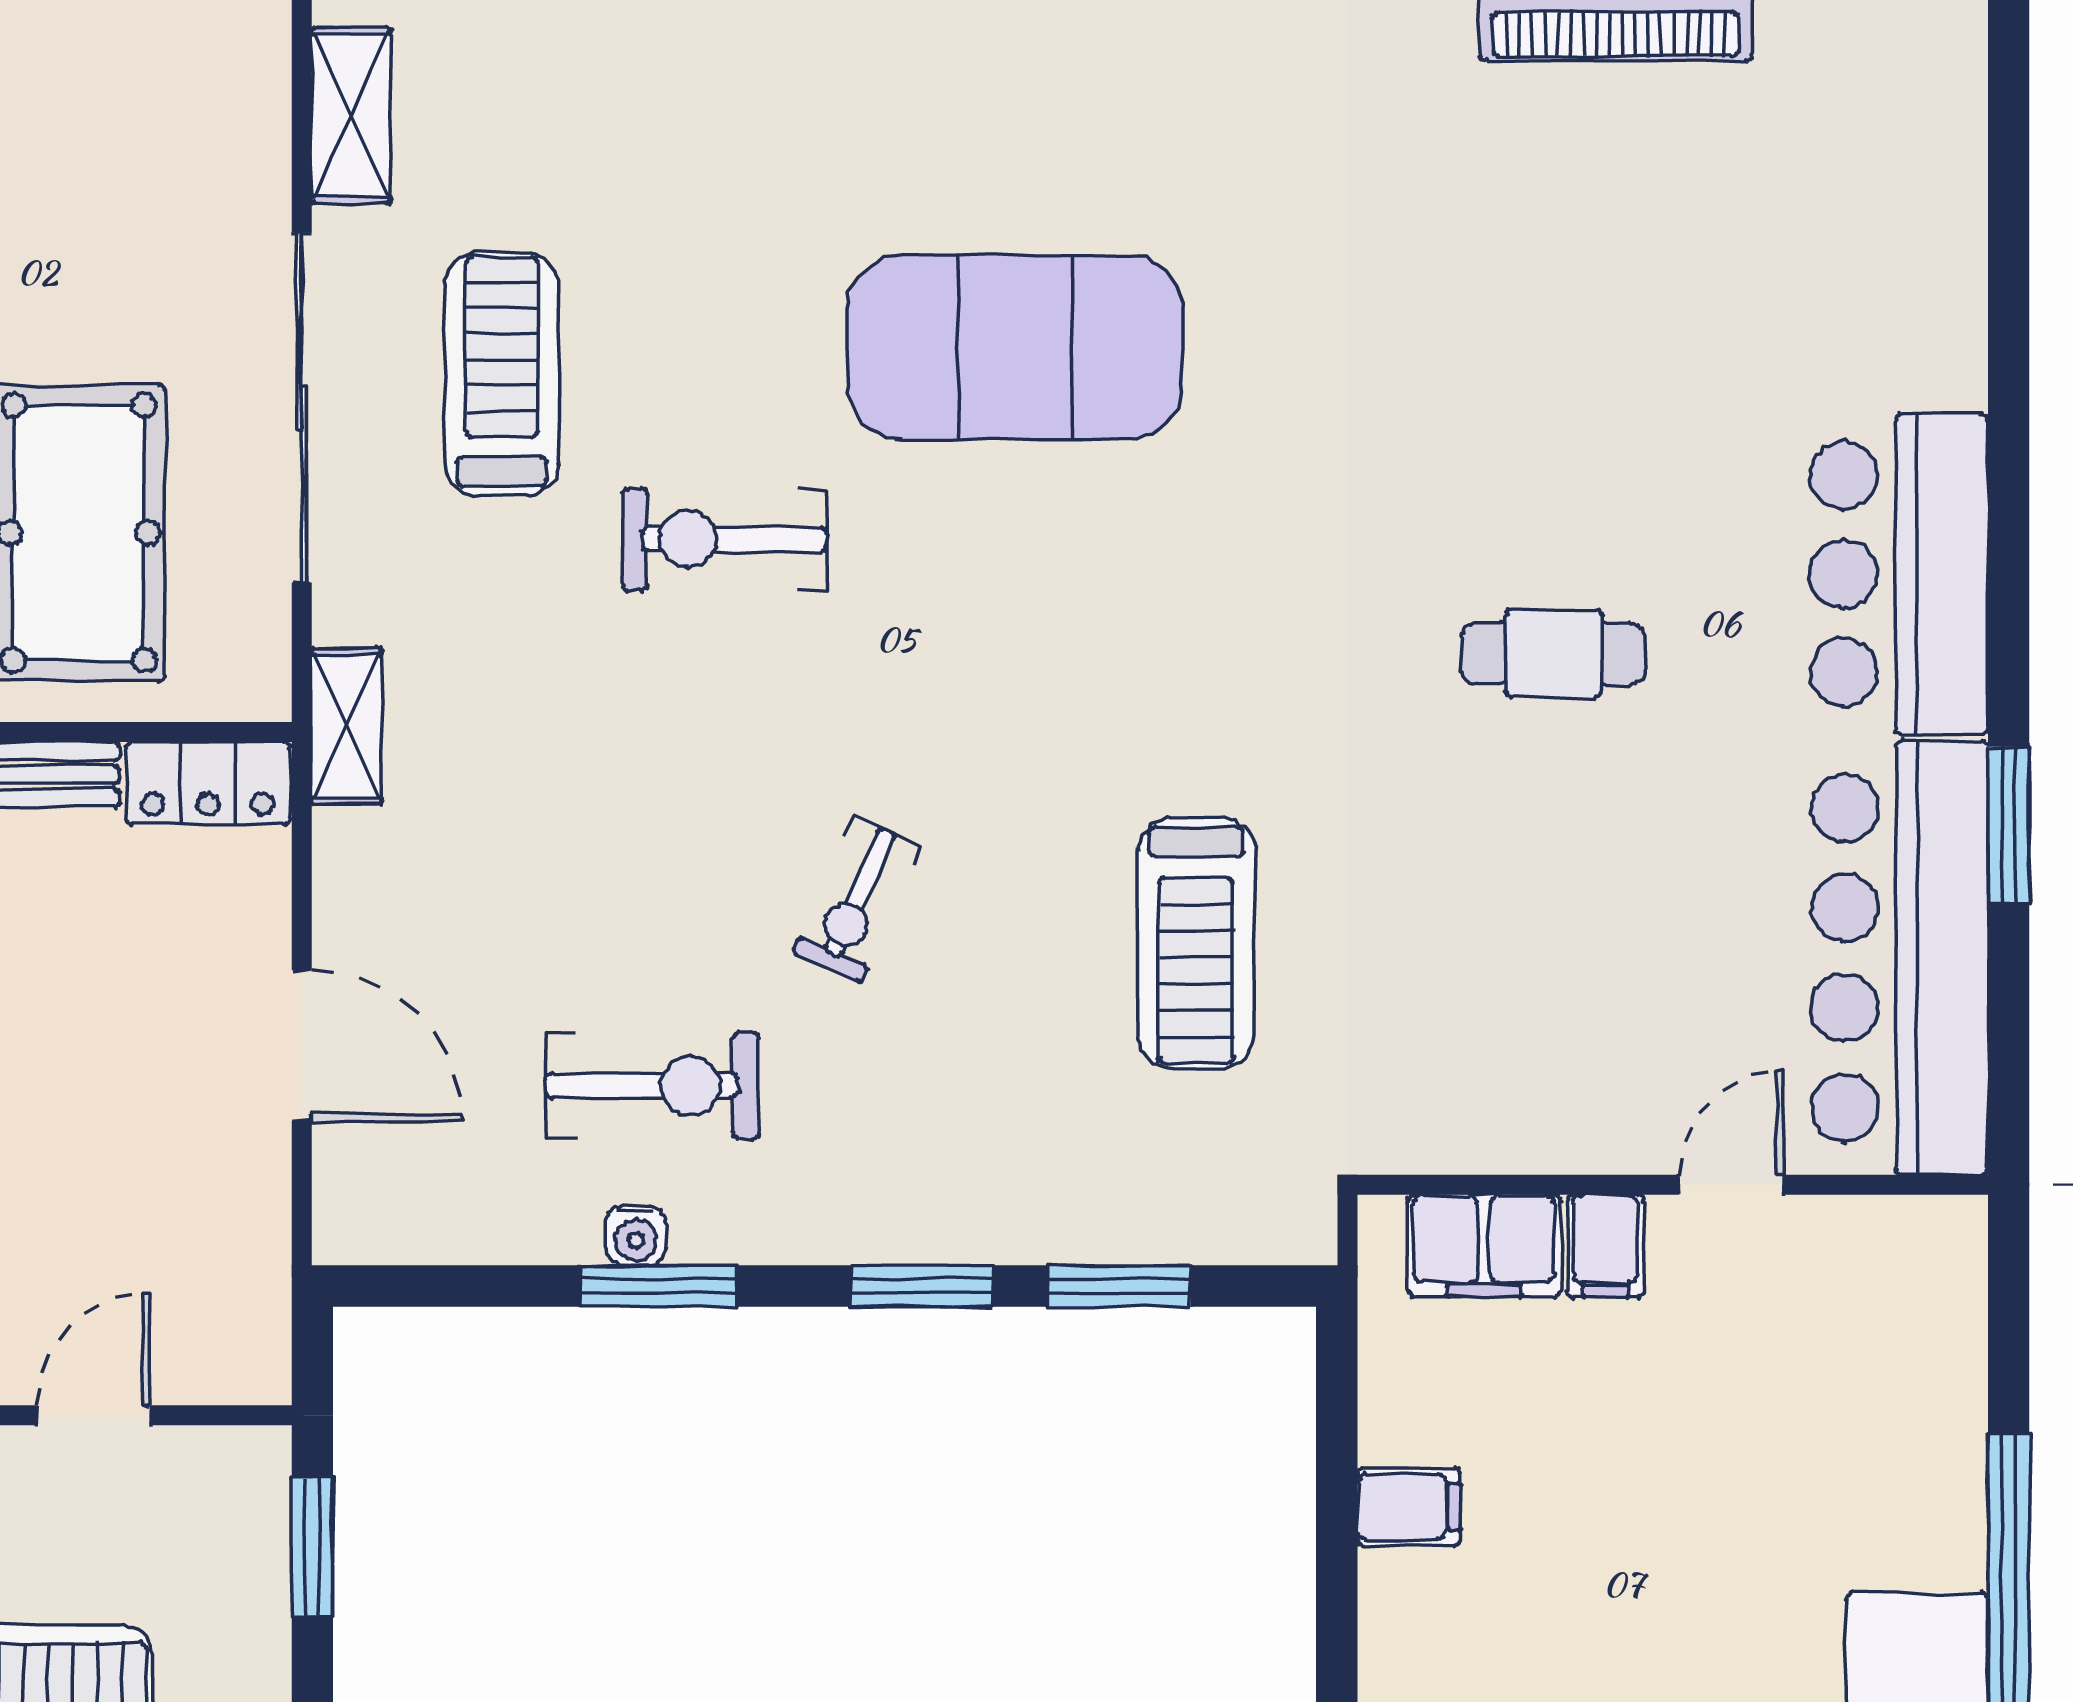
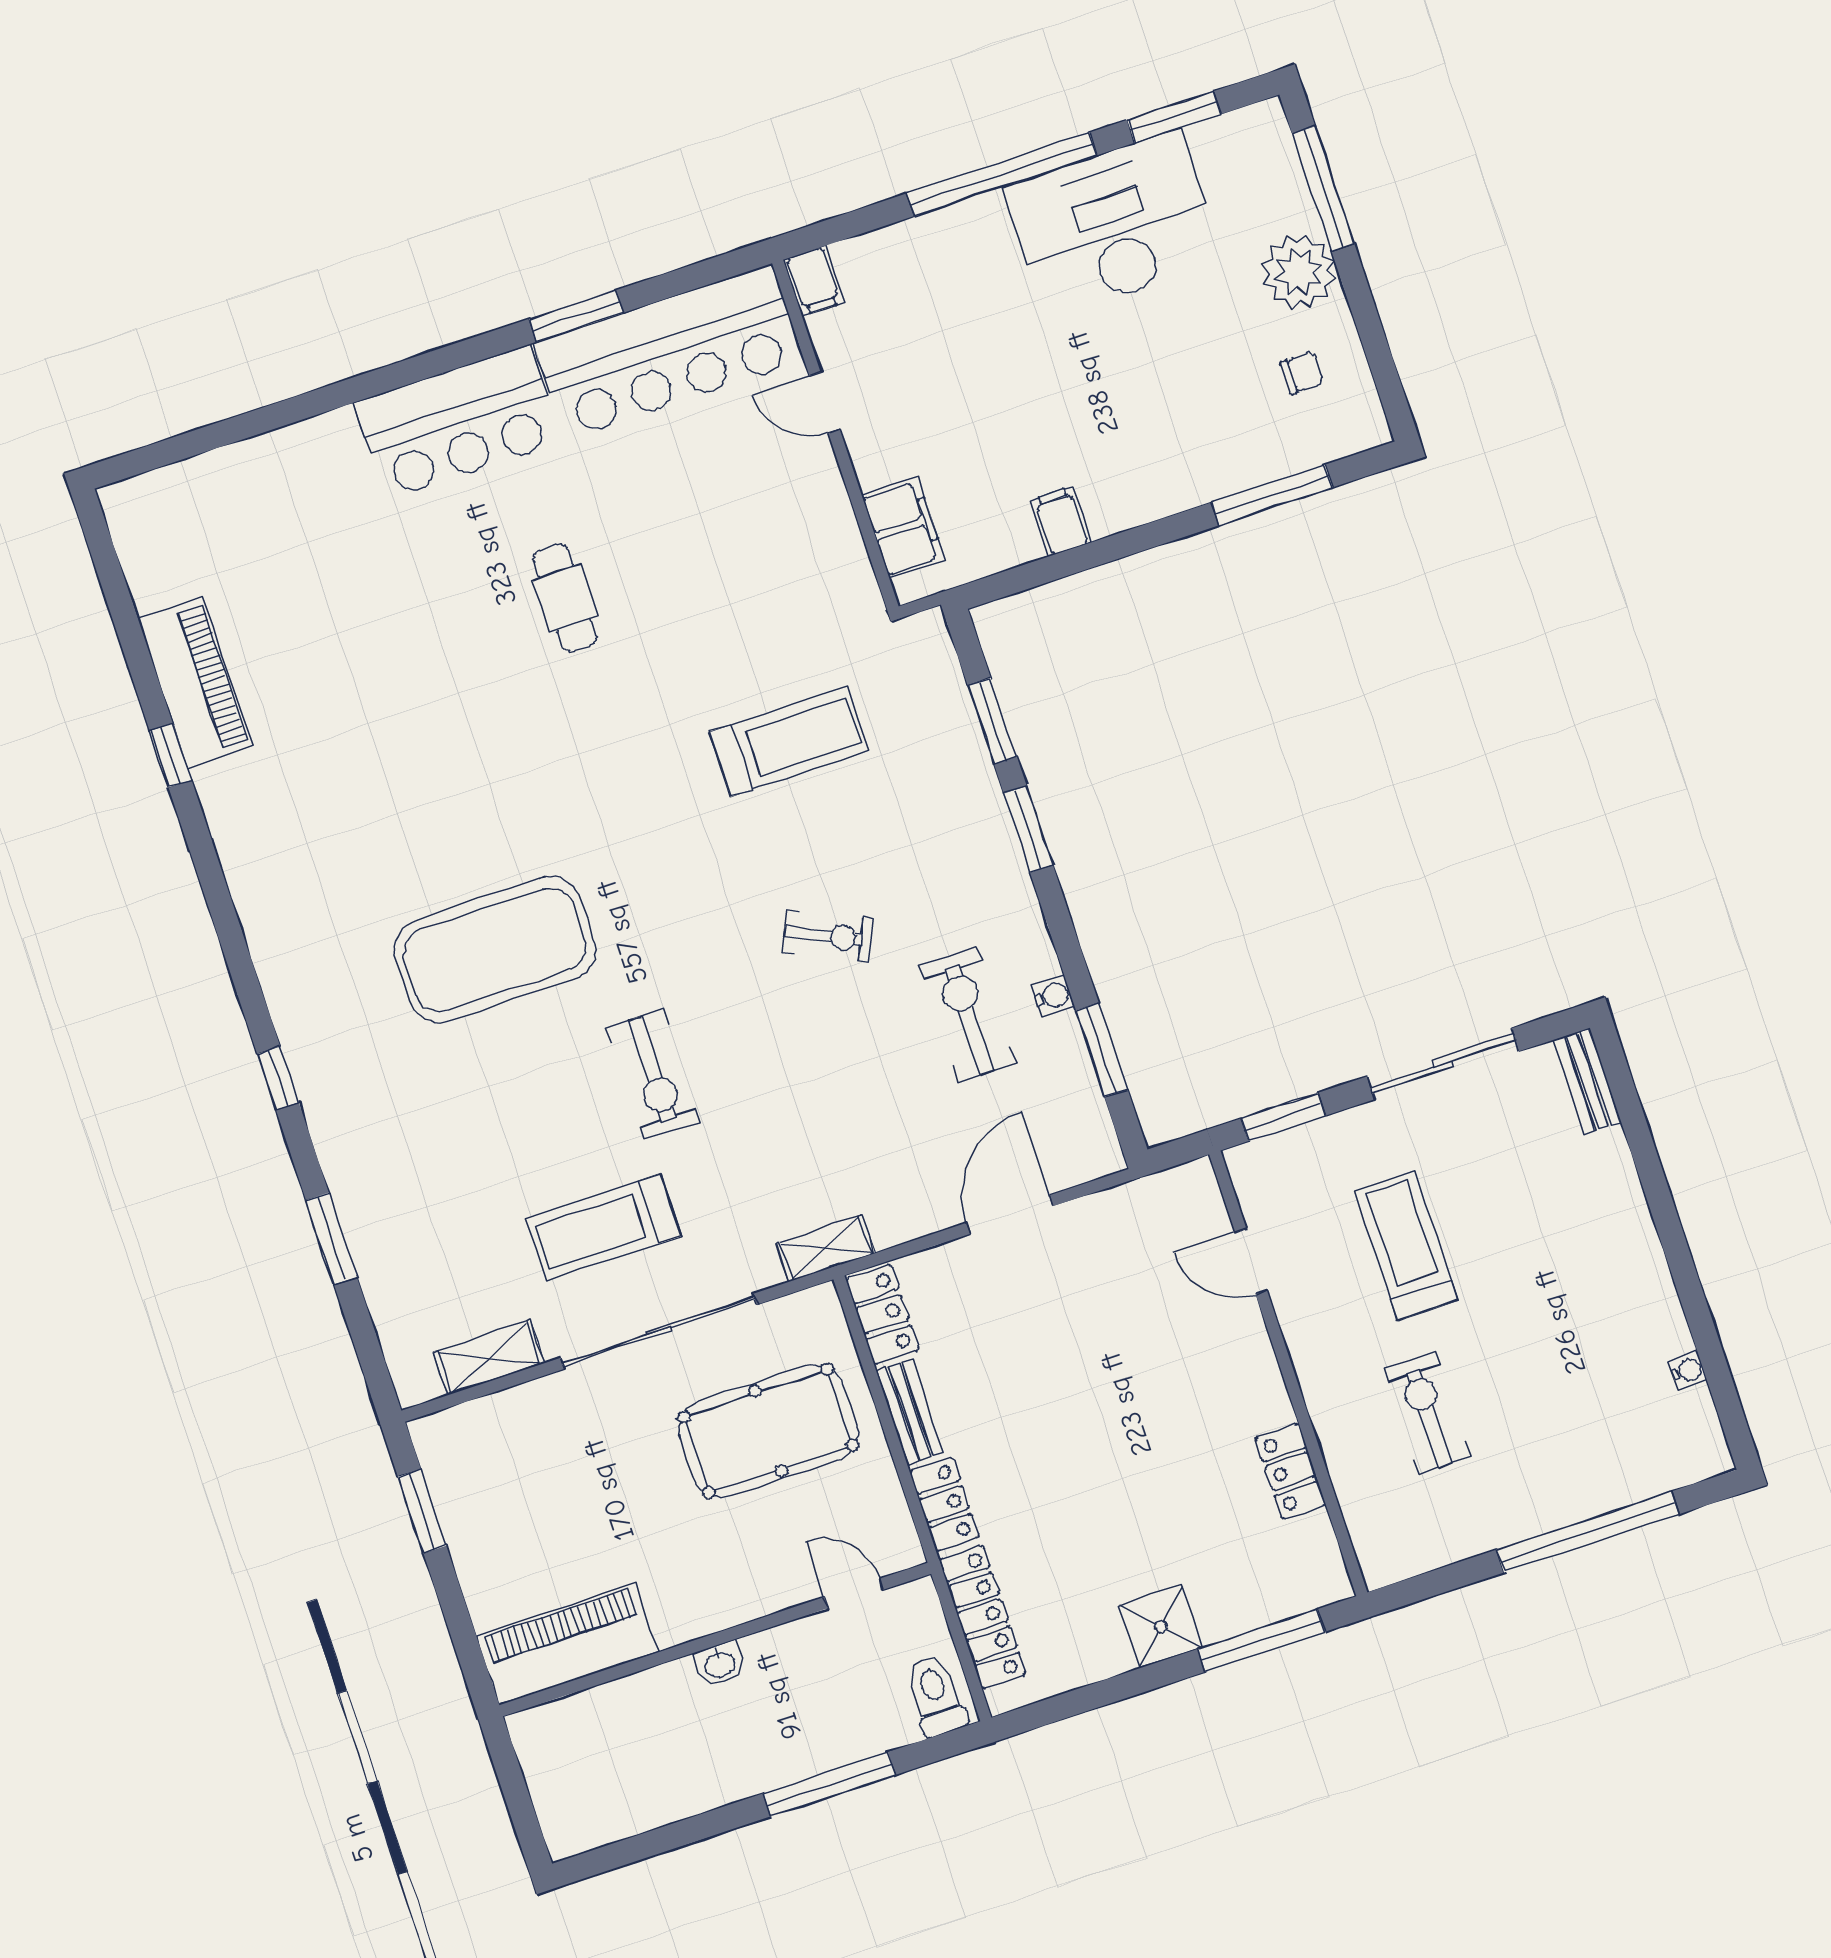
exercise mat: (1015, 347) -> (495, 950), turned 90
filing cabinet: (1606, 1246) -> (814, 281), moved, turned 90
window: (658, 1286) -> (1102, 1050), moved

